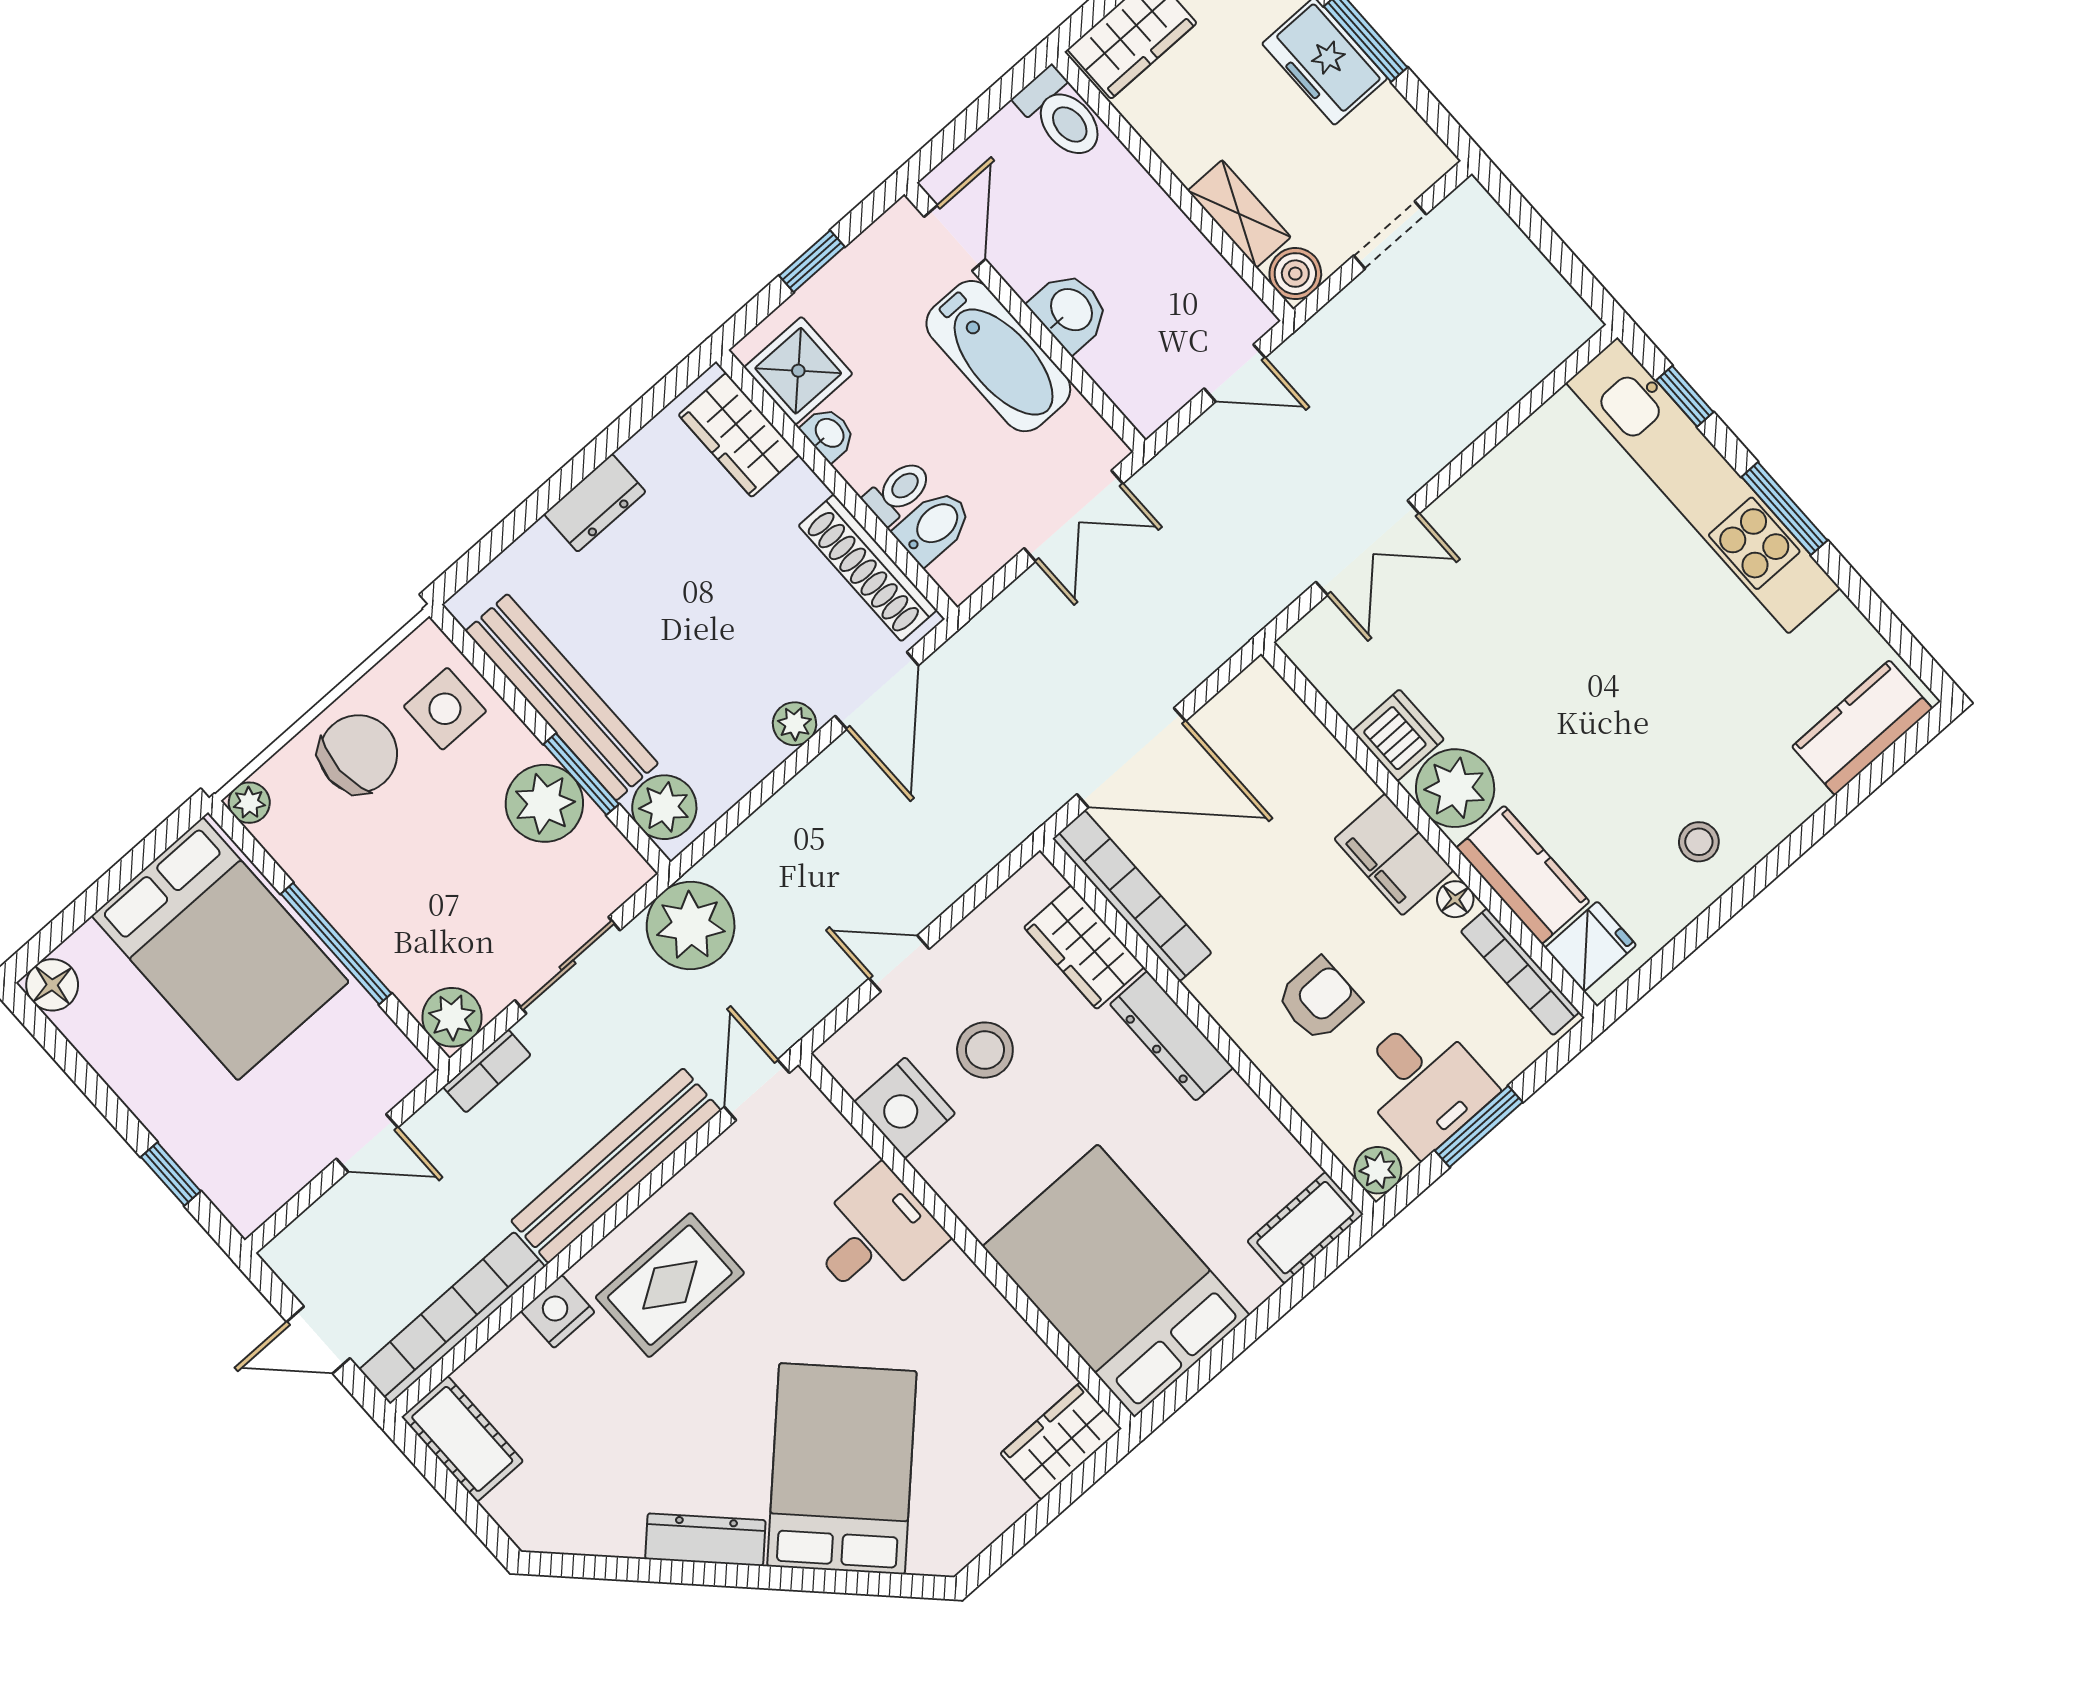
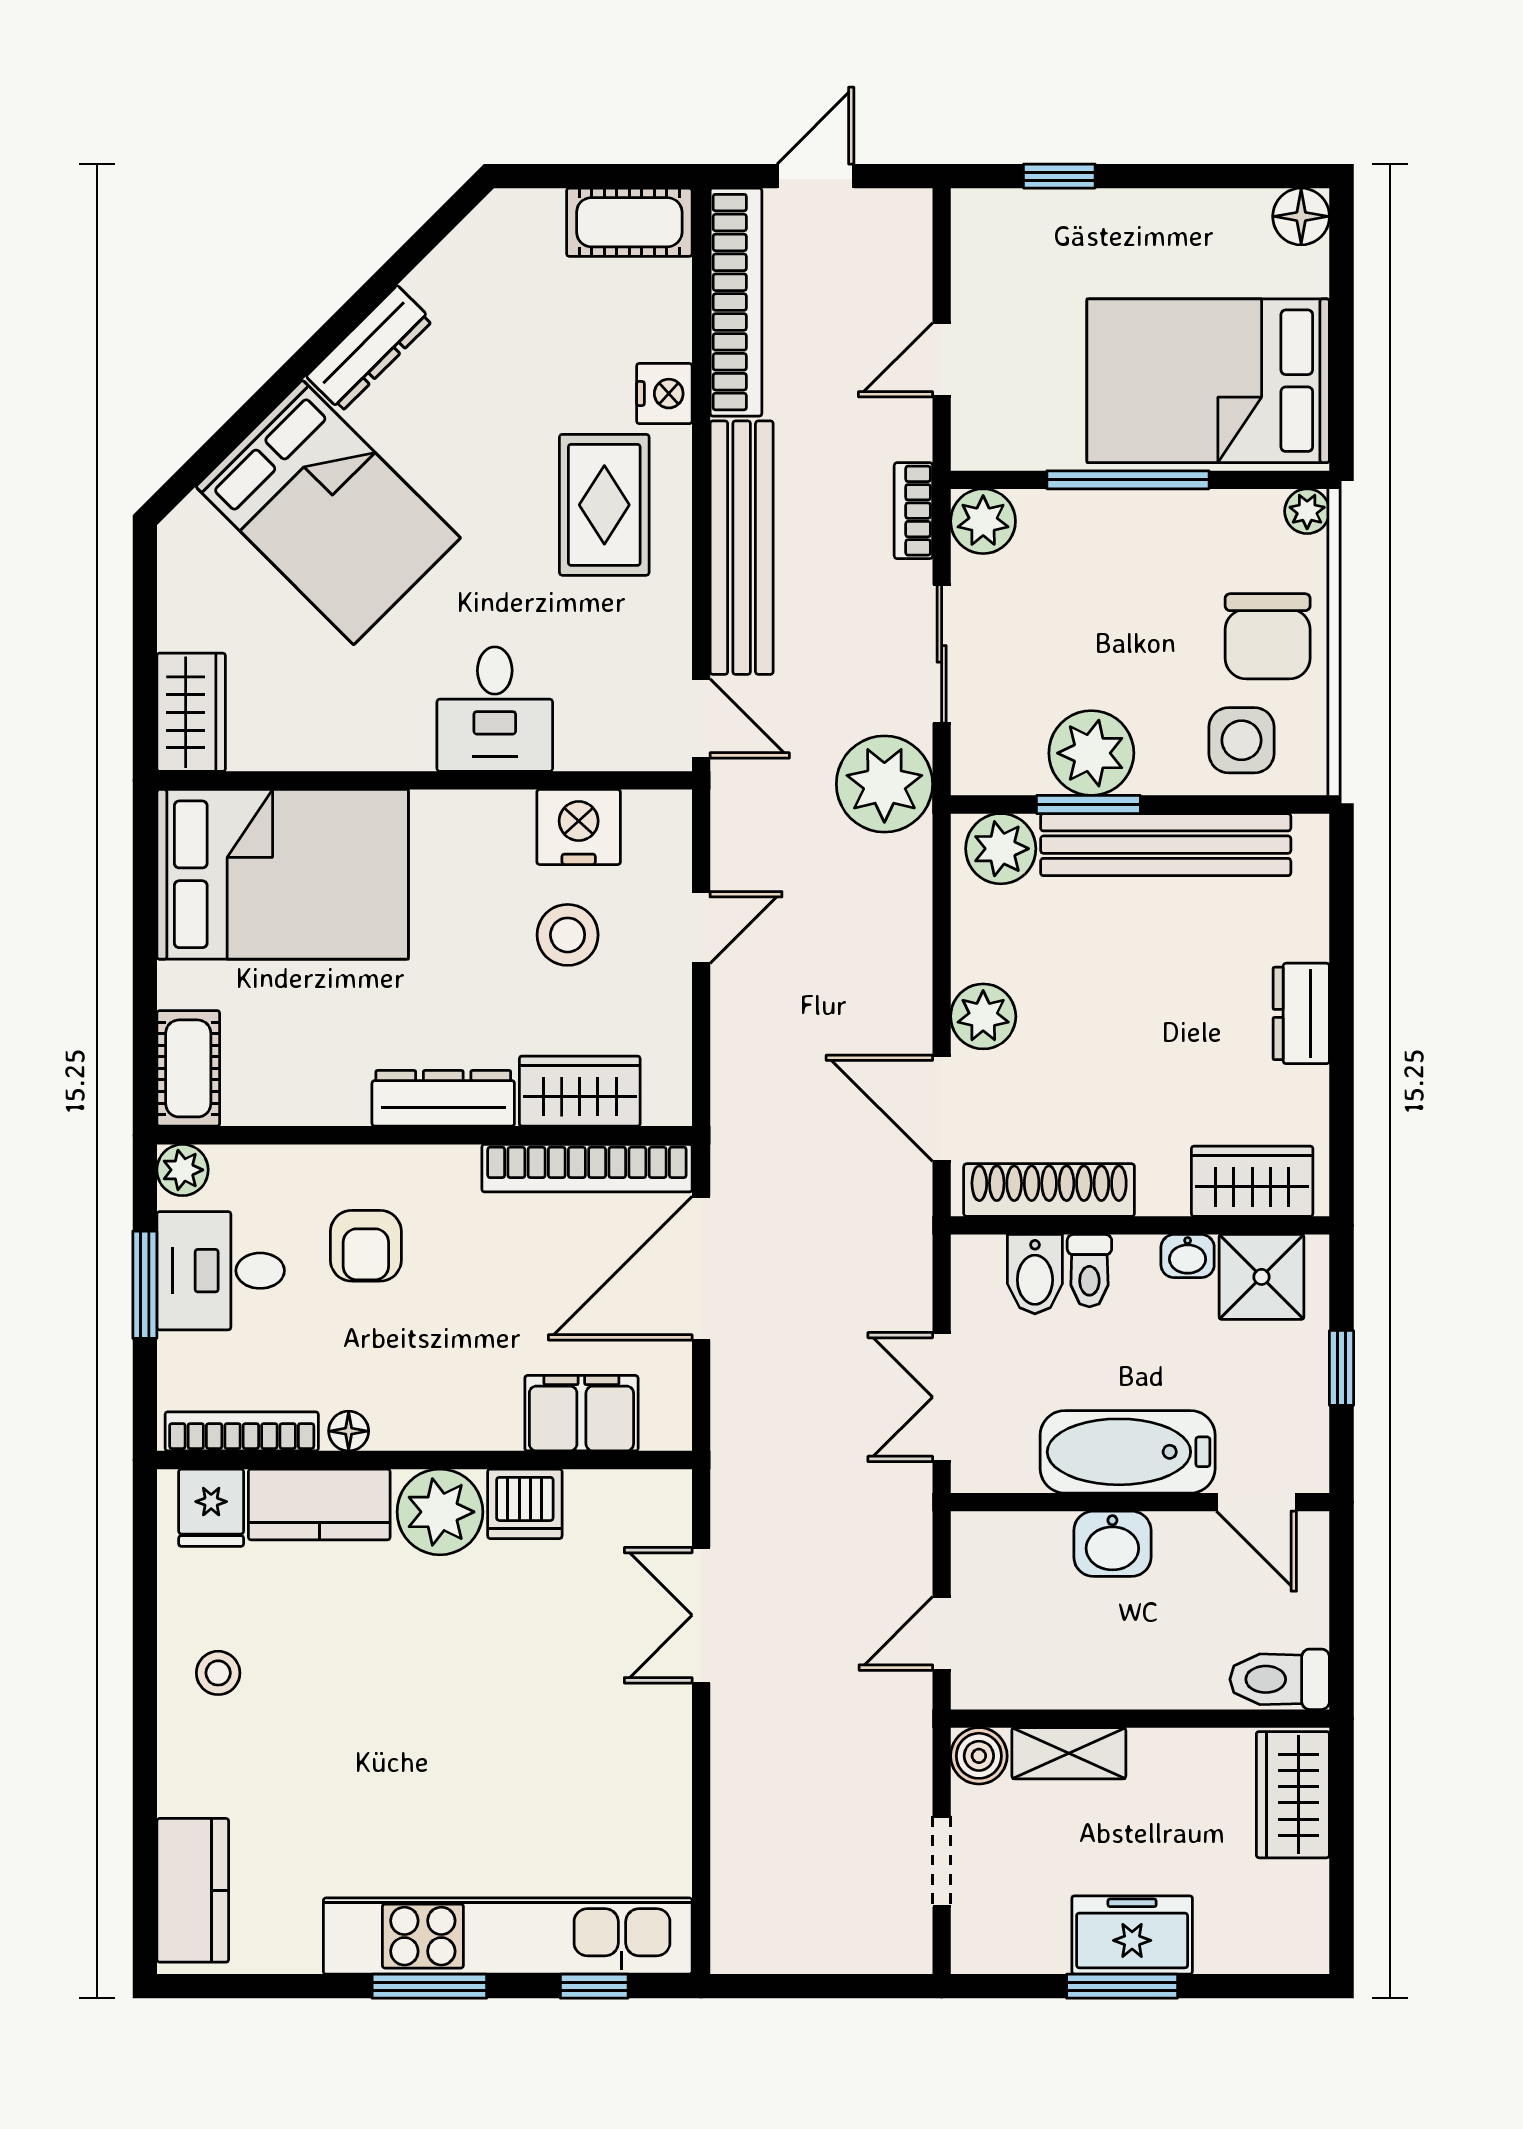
plant: (795, 724) -> (983, 1016), width x1.38, depth x1.38
filing cabinet: (1394, 855) -> (581, 1413), moved

